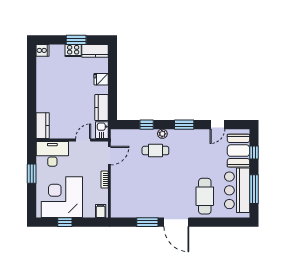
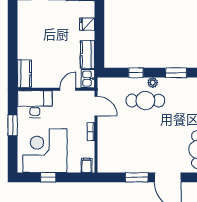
cafe table: (155, 151) -> (145, 101), width x1.37, depth x1.35
door: (109, 156) -> (96, 106), hinge flipped

